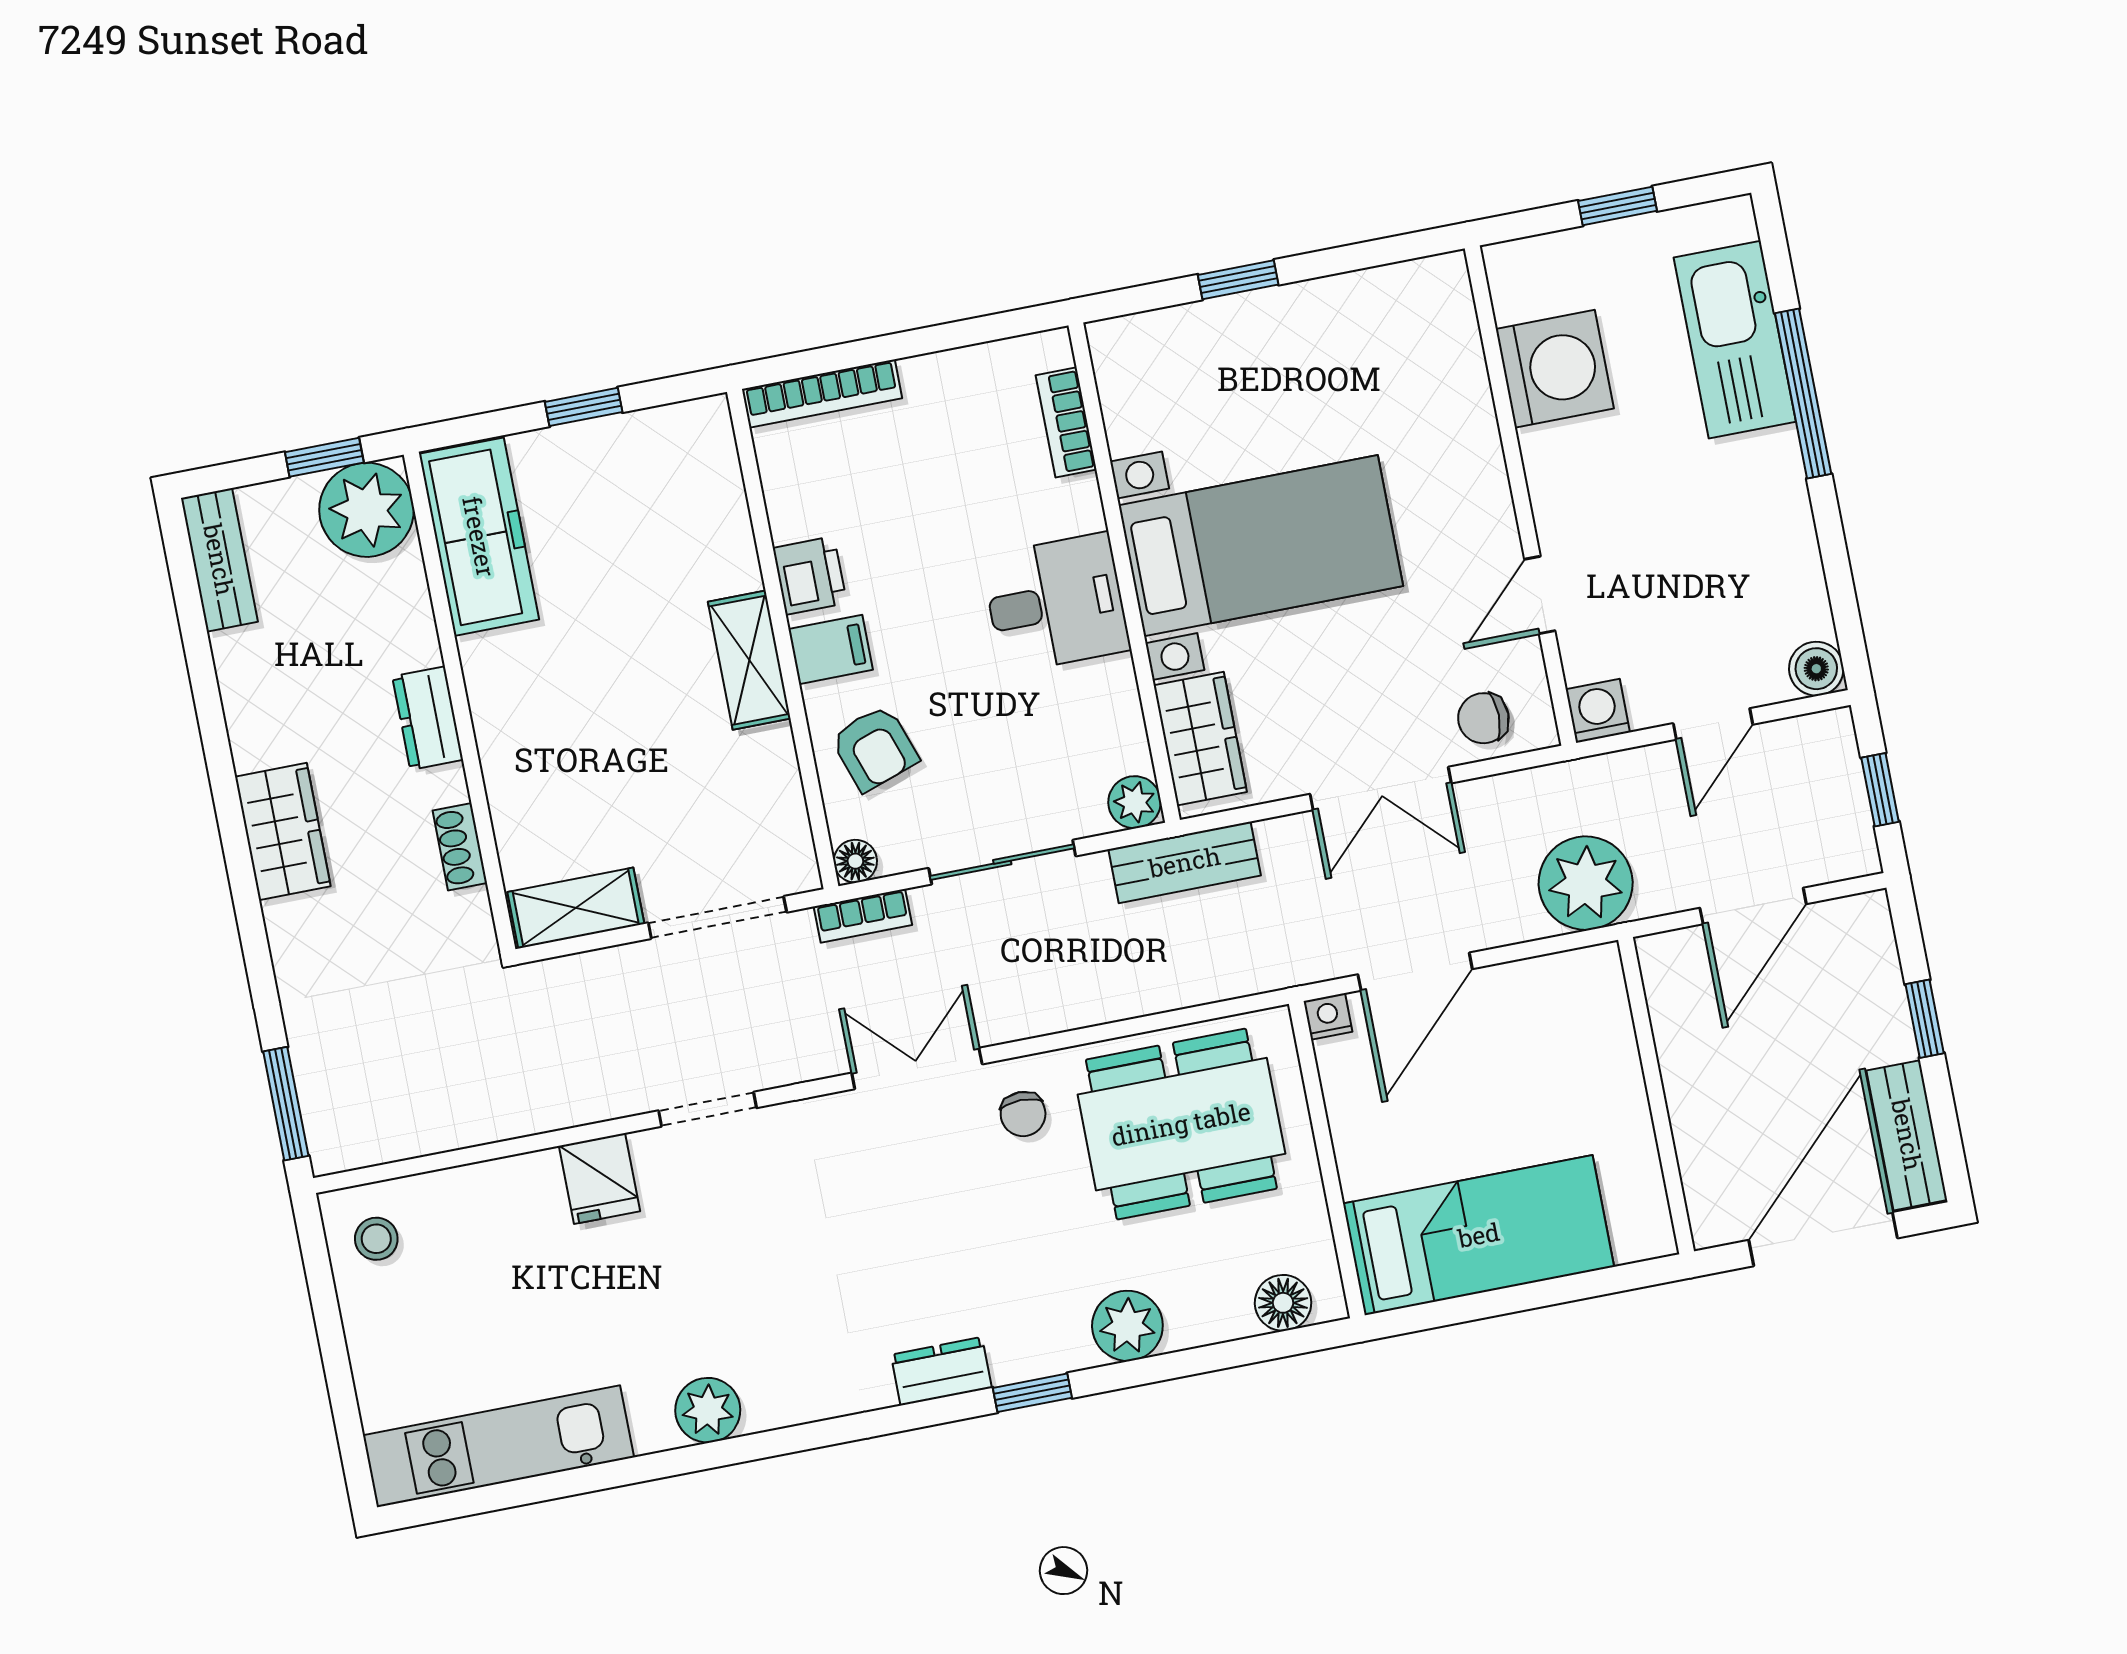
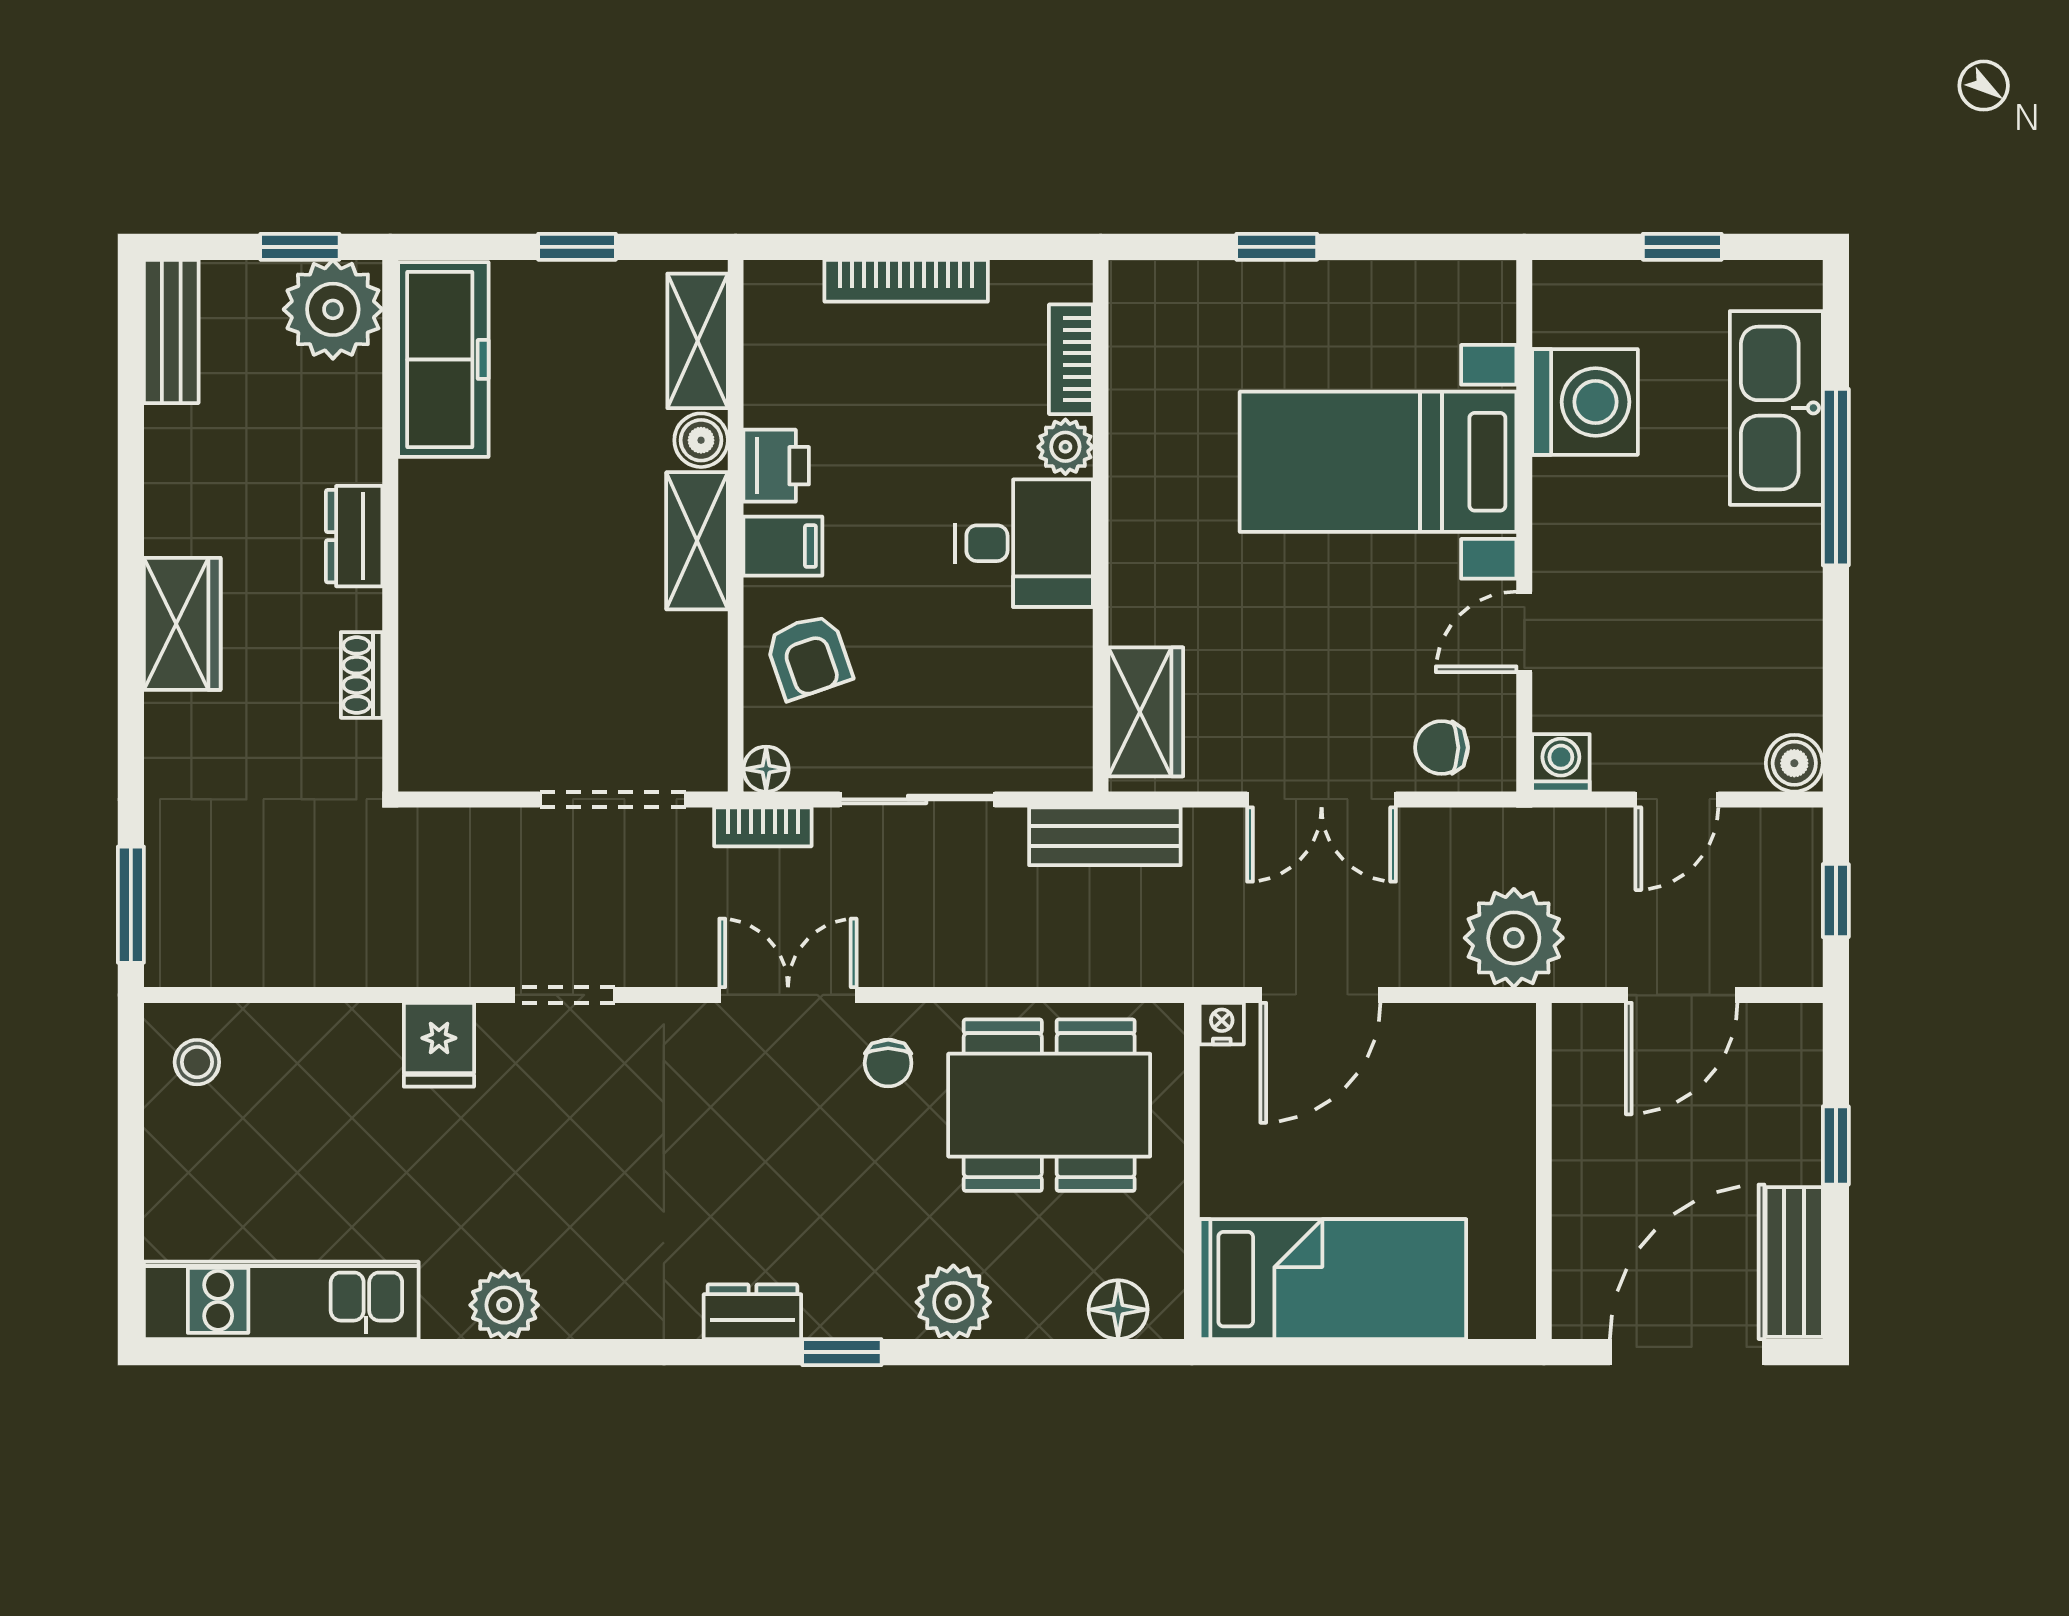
bookcase: (822, 394) -> (906, 281), moved
bed with nightstands: (1261, 546) -> (1378, 462), moved, turned 180
boiler: (735, 565) -> (701, 440), added
plant: (1135, 802) -> (1065, 447), moved
shelving: (576, 908) -> (698, 341), moved, turned 90

